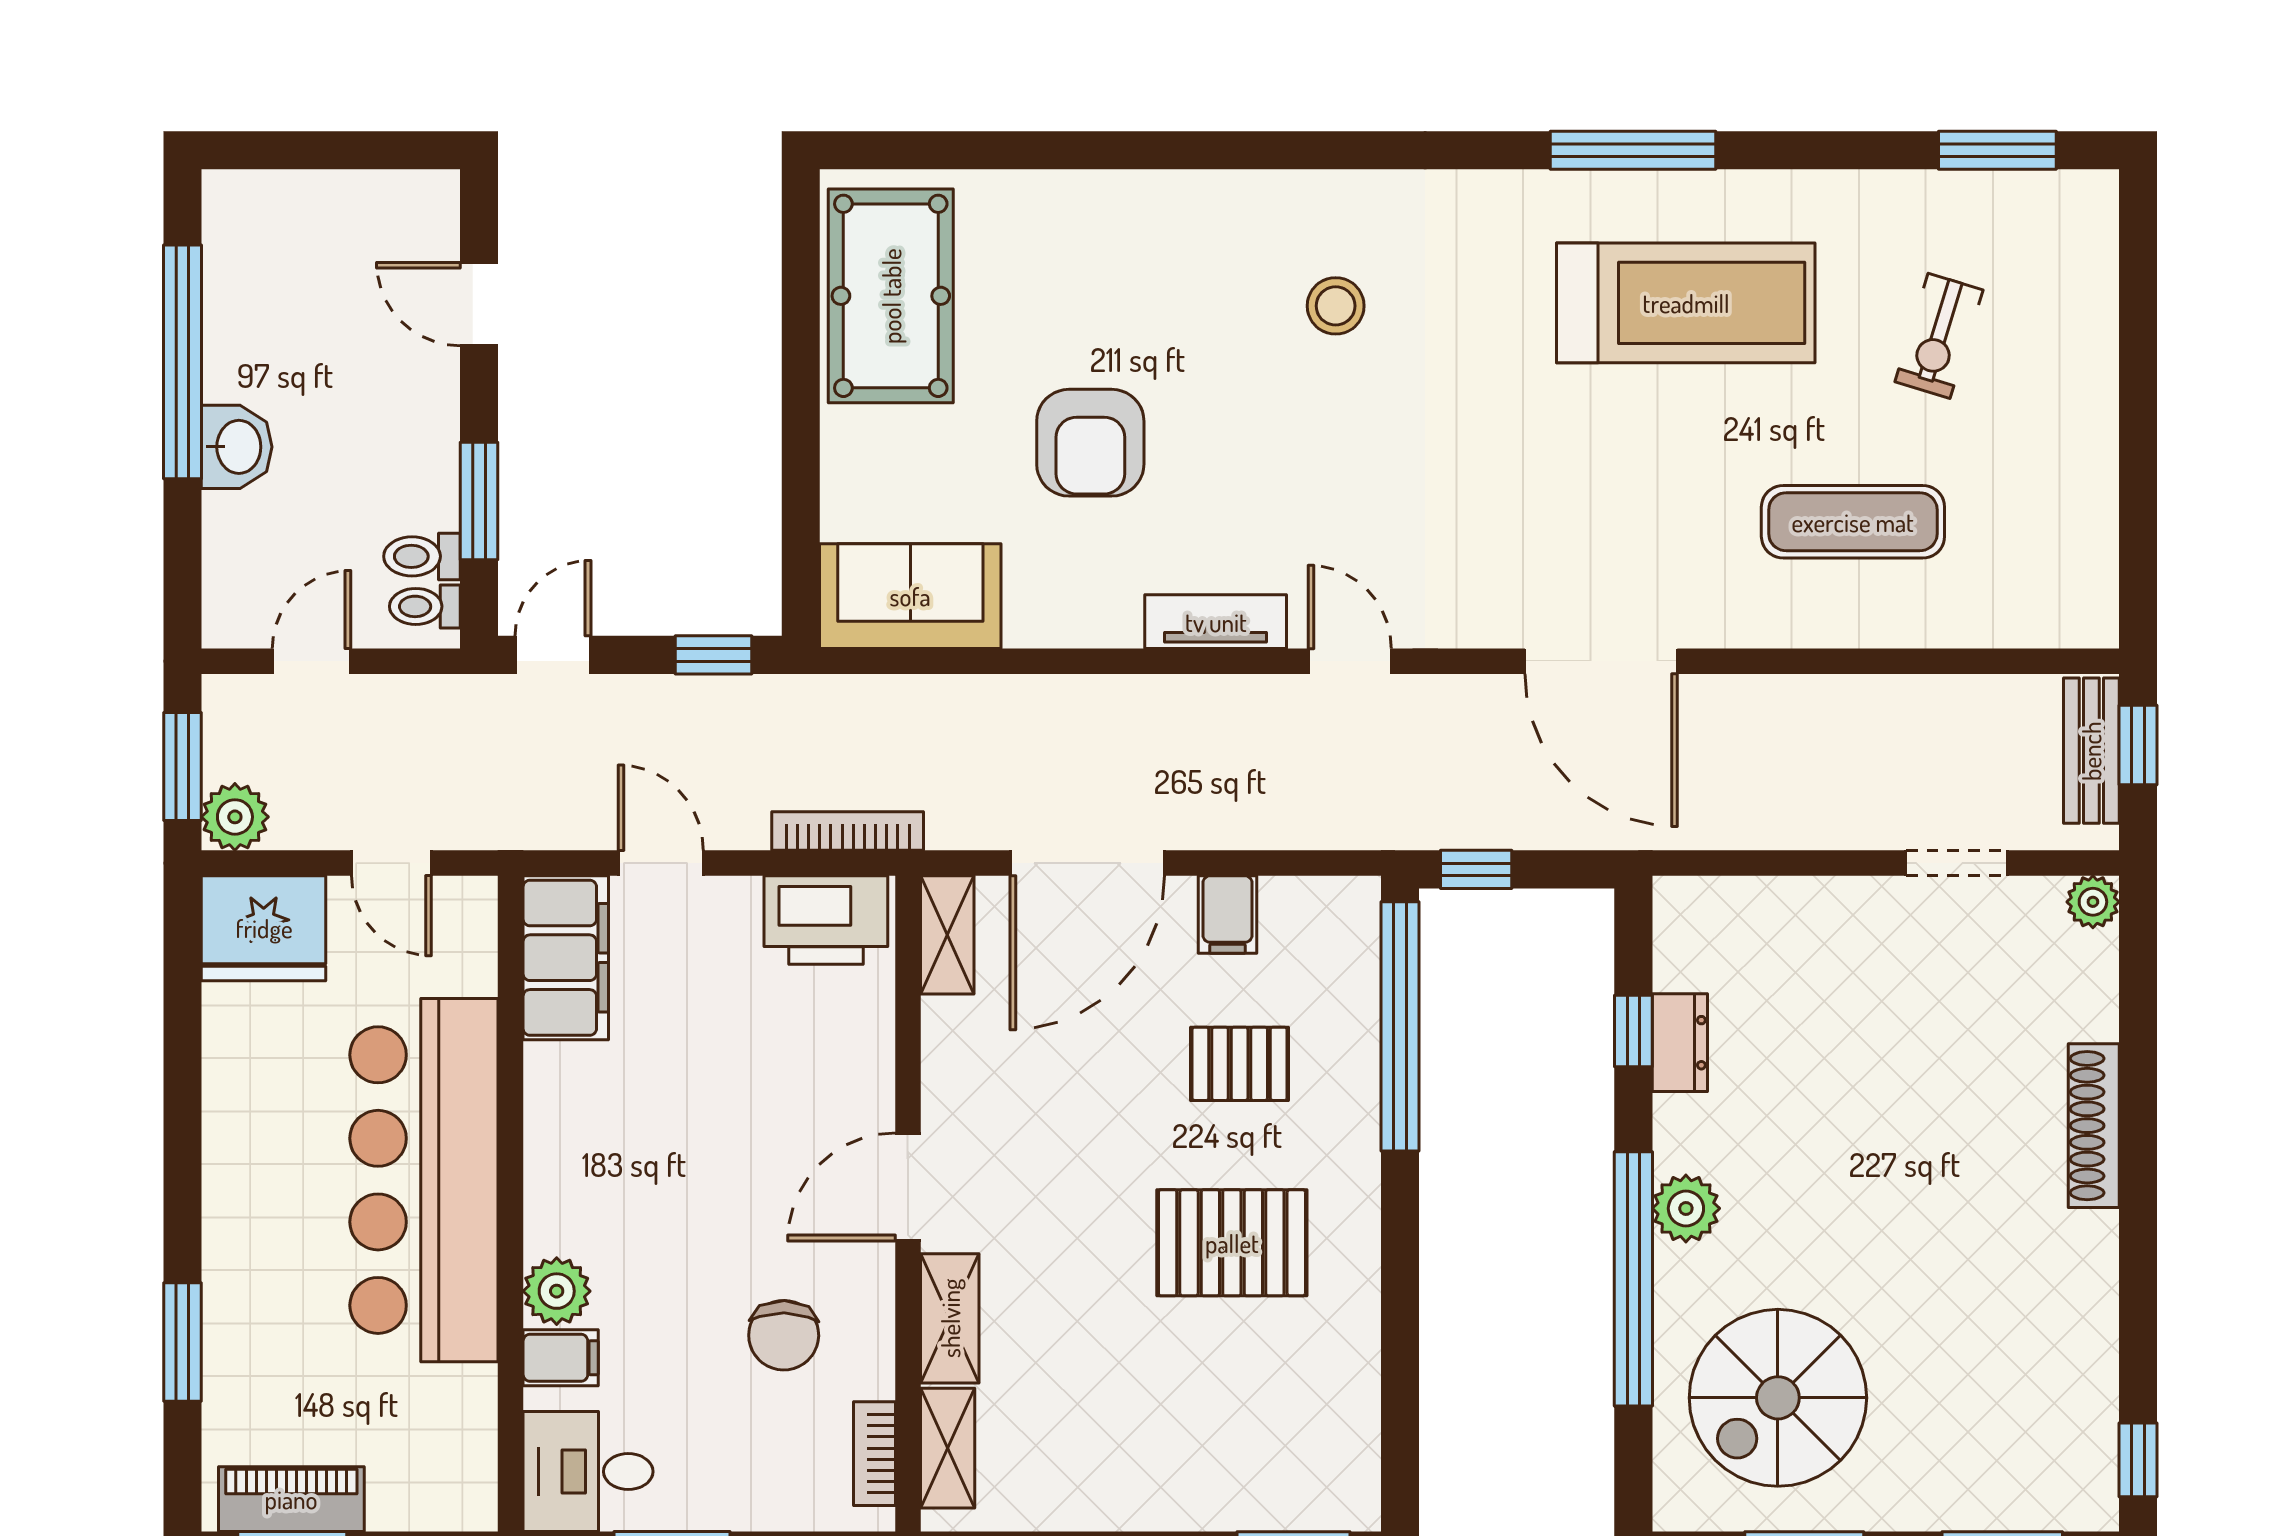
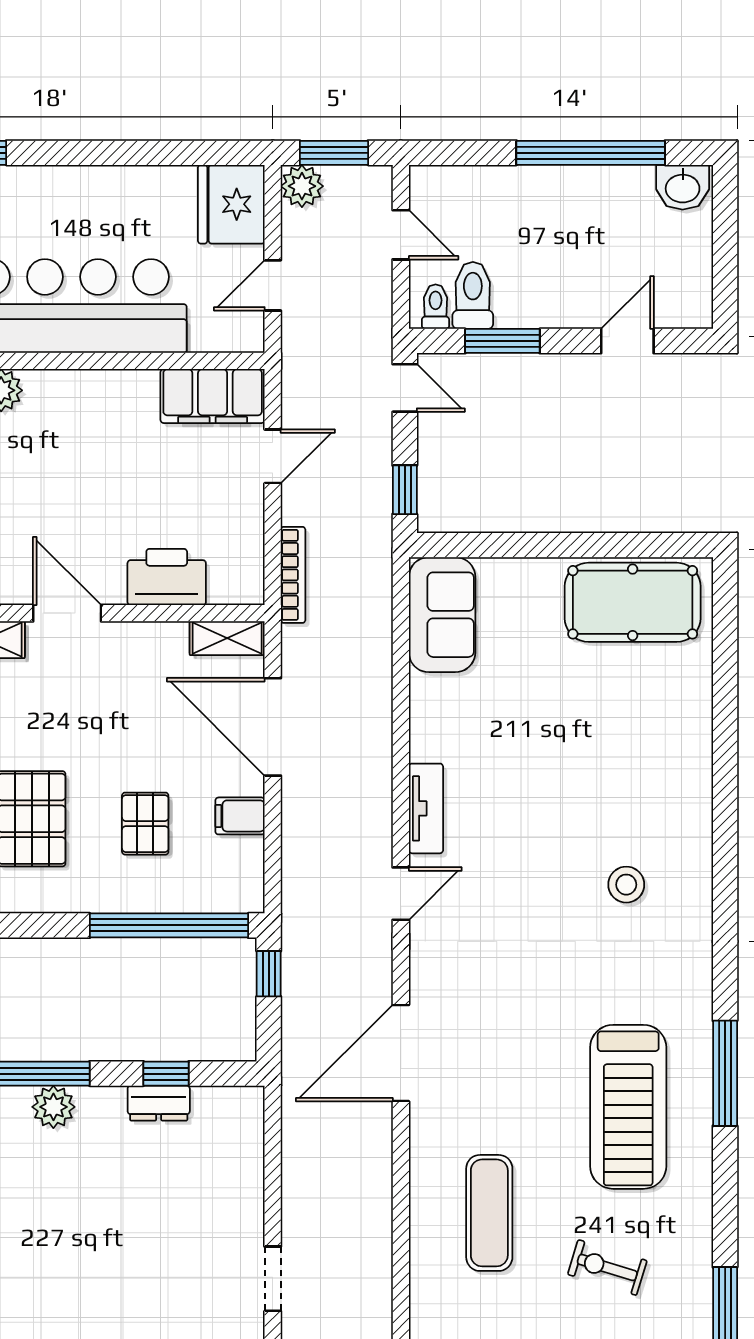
armchair: (1090, 443) -> (539, 729), removed
washbasin: (237, 447) -> (683, 187), moved
toilet: (422, 556) -> (473, 295), width x1.37, depth x1.39
printer: (826, 920) -> (167, 577), moved, turned 90

